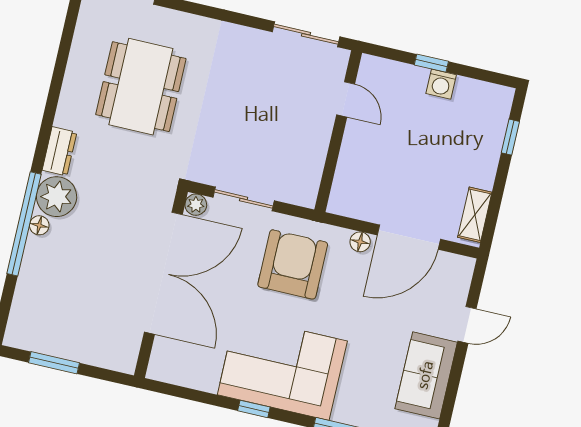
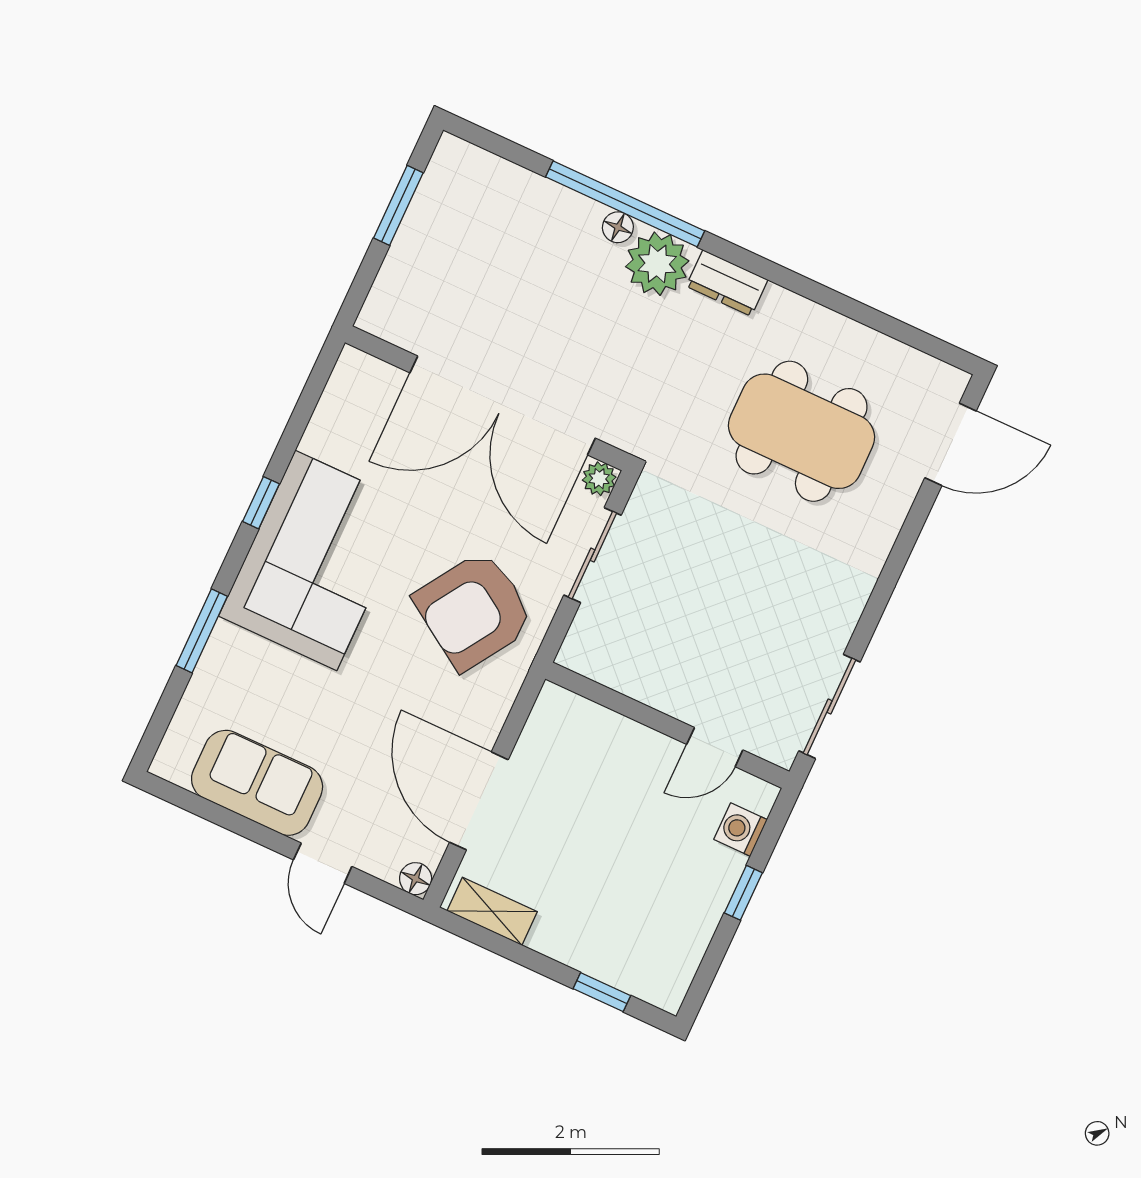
washing machine: (441, 84) -> (741, 830), moved
floor lamp: (360, 242) -> (416, 879), moved
armchair: (293, 264) -> (474, 610), turned 123

